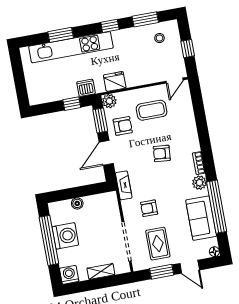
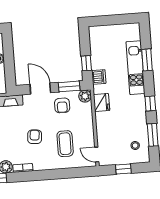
kitchen unit: (71, 47) -> (135, 68), width x0.73
coffee table: (152, 110) -> (65, 144), moved

